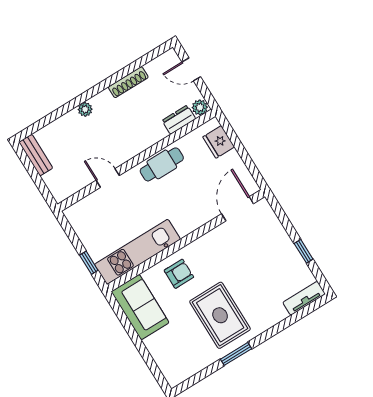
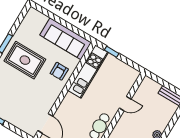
sofa: (140, 307) -> (66, 39), width x1.36

